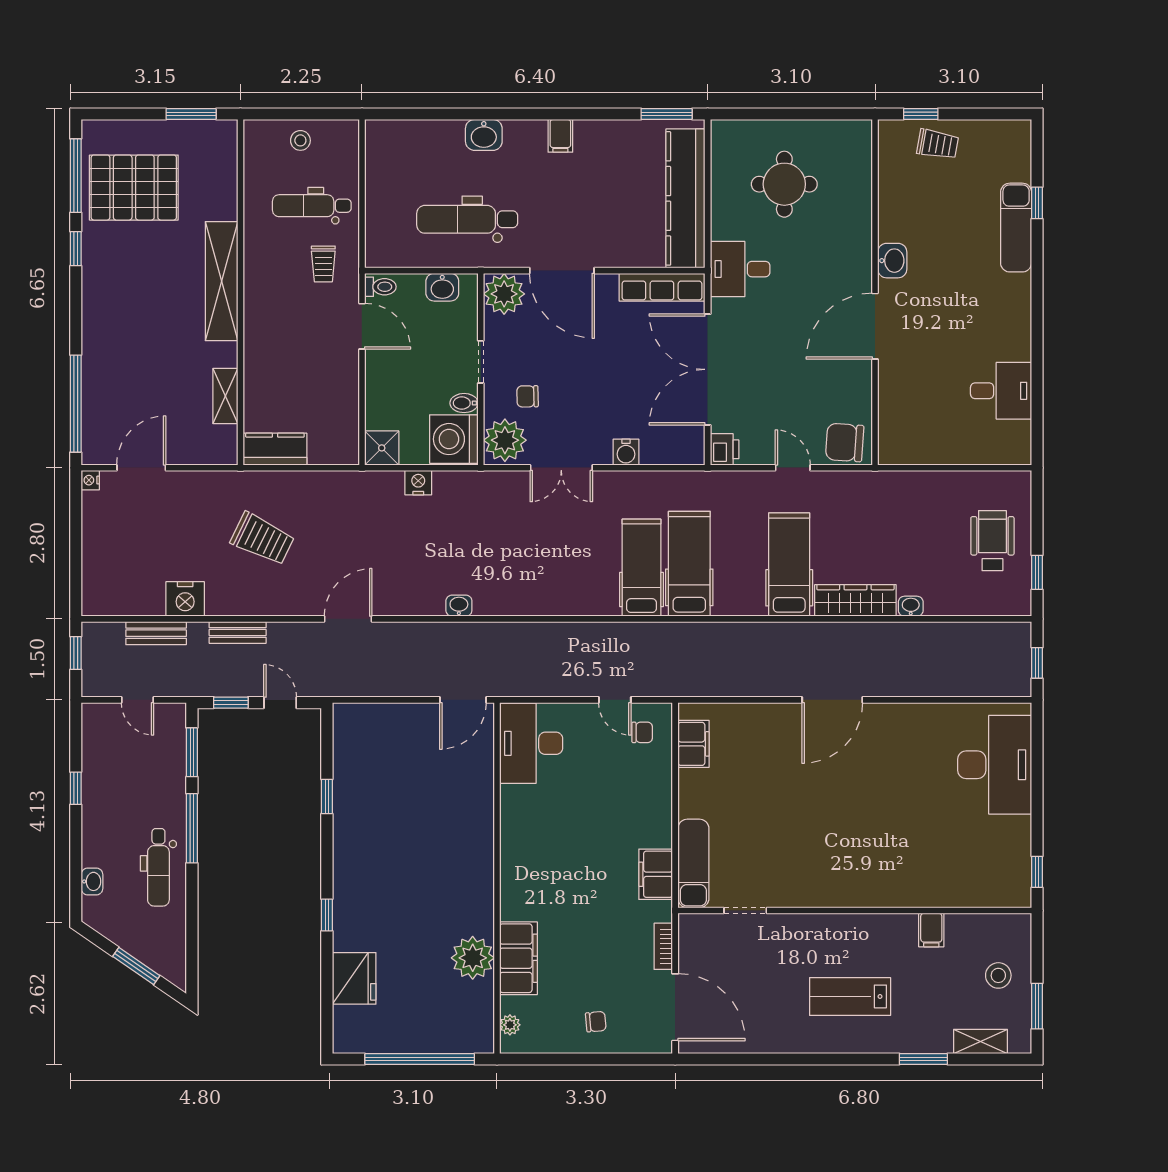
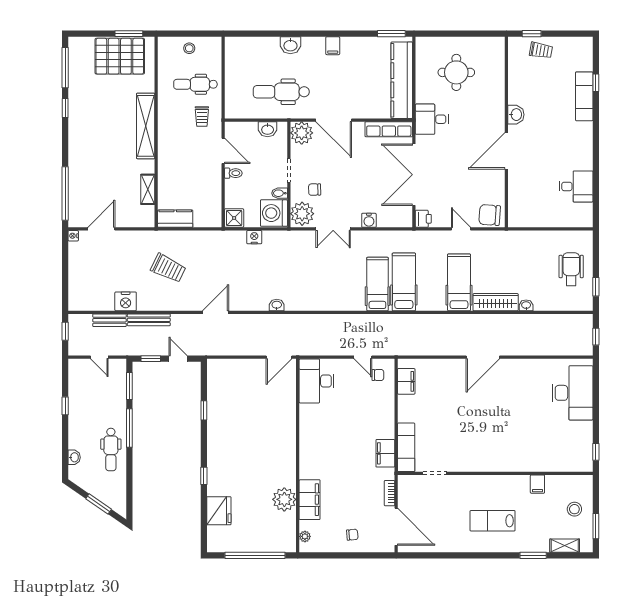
pallet: (134, 188) -> (120, 56), moved
toilet: (380, 287) -> (233, 173), moved
bench: (238, 632) -> (149, 320), width x1.36

